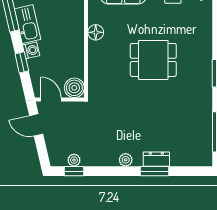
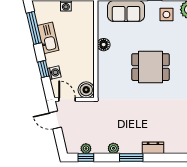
washing machine: (31, 50) -> (54, 73), moved
plant: (126, 160) -> (113, 148), moved
window: (155, 171) -> (131, 158), moved

